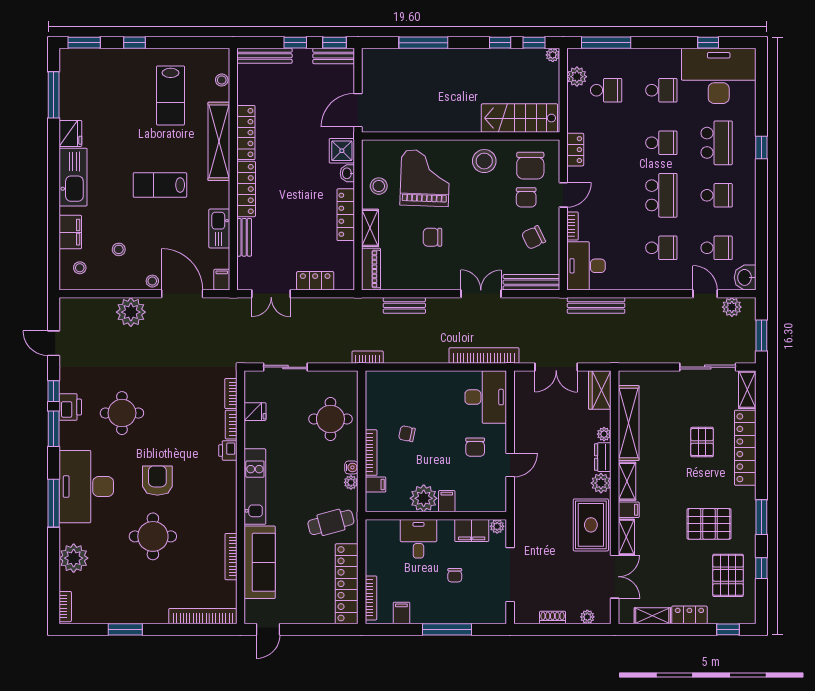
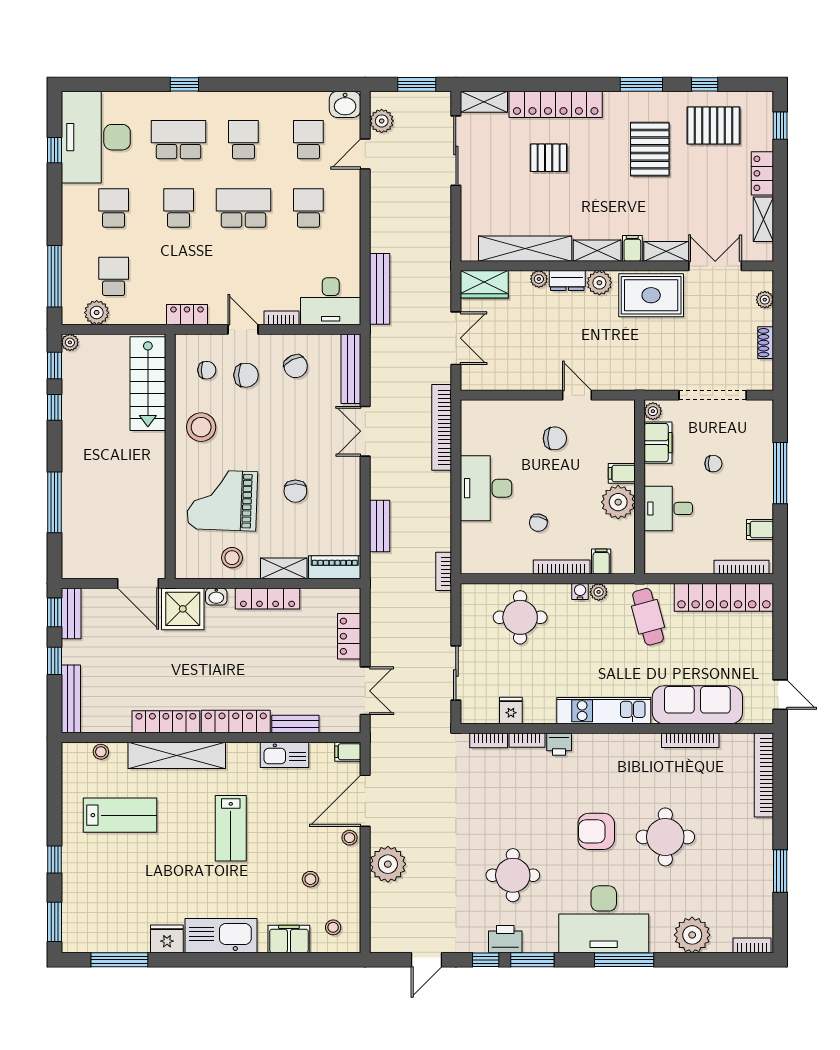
shower: (342, 151) -> (183, 609), width x1.36, depth x1.36
chair: (530, 166) -> (207, 370), width x0.54, depth x0.54
desk: (486, 397) -> (486, 488), moved, turned -90

